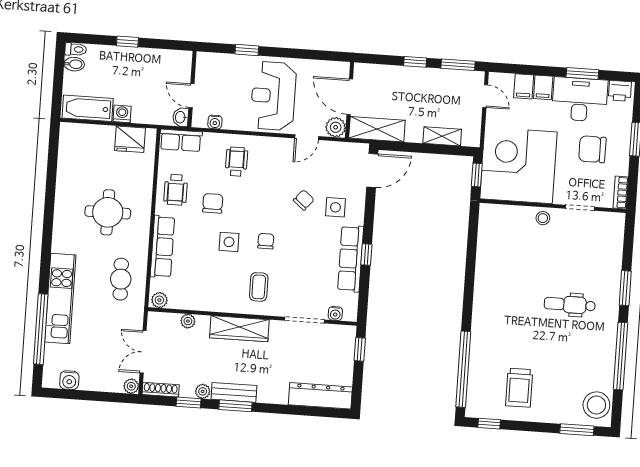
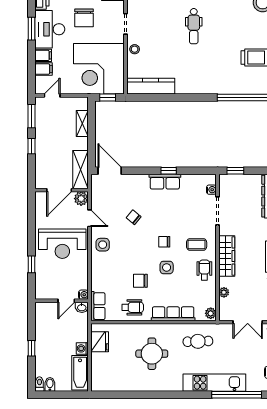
water cooler: (215, 122) -> (83, 295), moved
wheelchair: (236, 162) -> (204, 270), moved, turned 90
side table: (335, 207) -> (103, 245), moved
kitchen counter: (489, 238) -> (151, 86), added
row of seats: (351, 259) -> (165, 182), width x0.68

